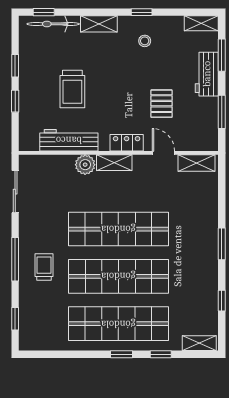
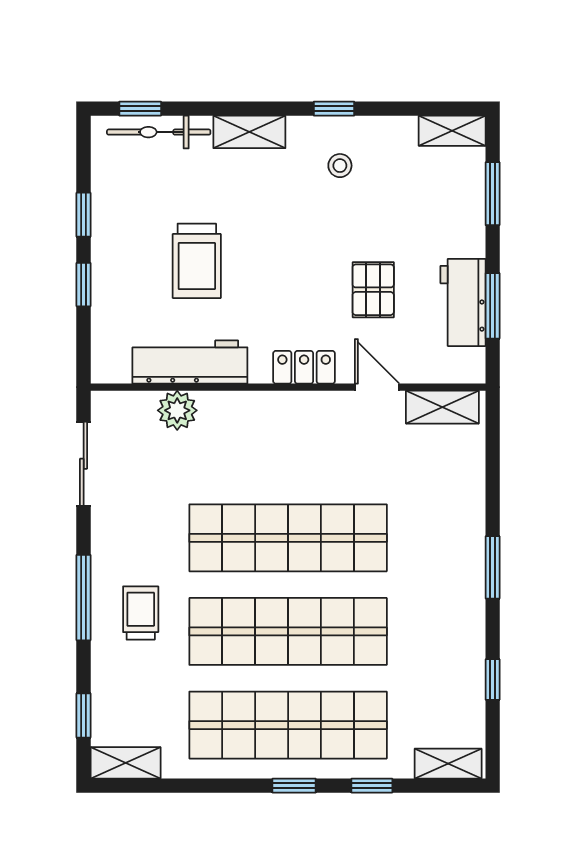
workbench: (207, 74) -> (463, 302), moved
shelving: (114, 163) -> (126, 763), moved
plant: (85, 165) -> (177, 410), moved

